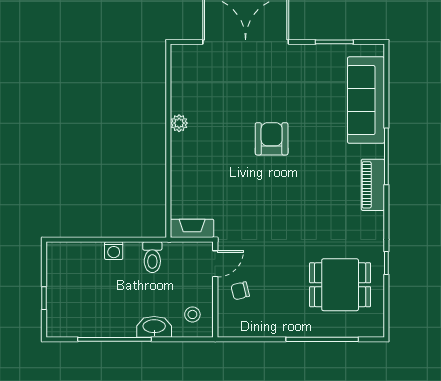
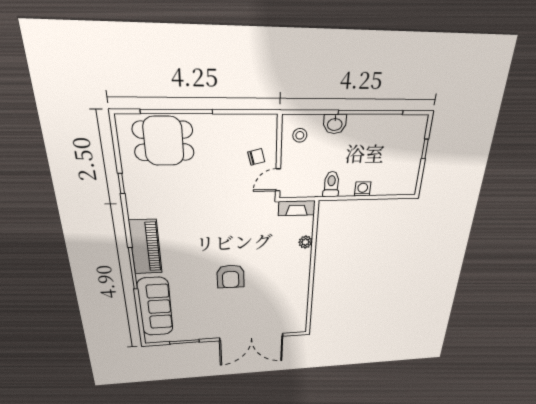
plant: (179, 123) -> (305, 242), moved
piano: (373, 185) -> (146, 247), width x1.37, depth x1.33
dining table: (340, 285) -> (164, 141), moved
washbasin: (154, 327) -> (335, 124), width x0.72

